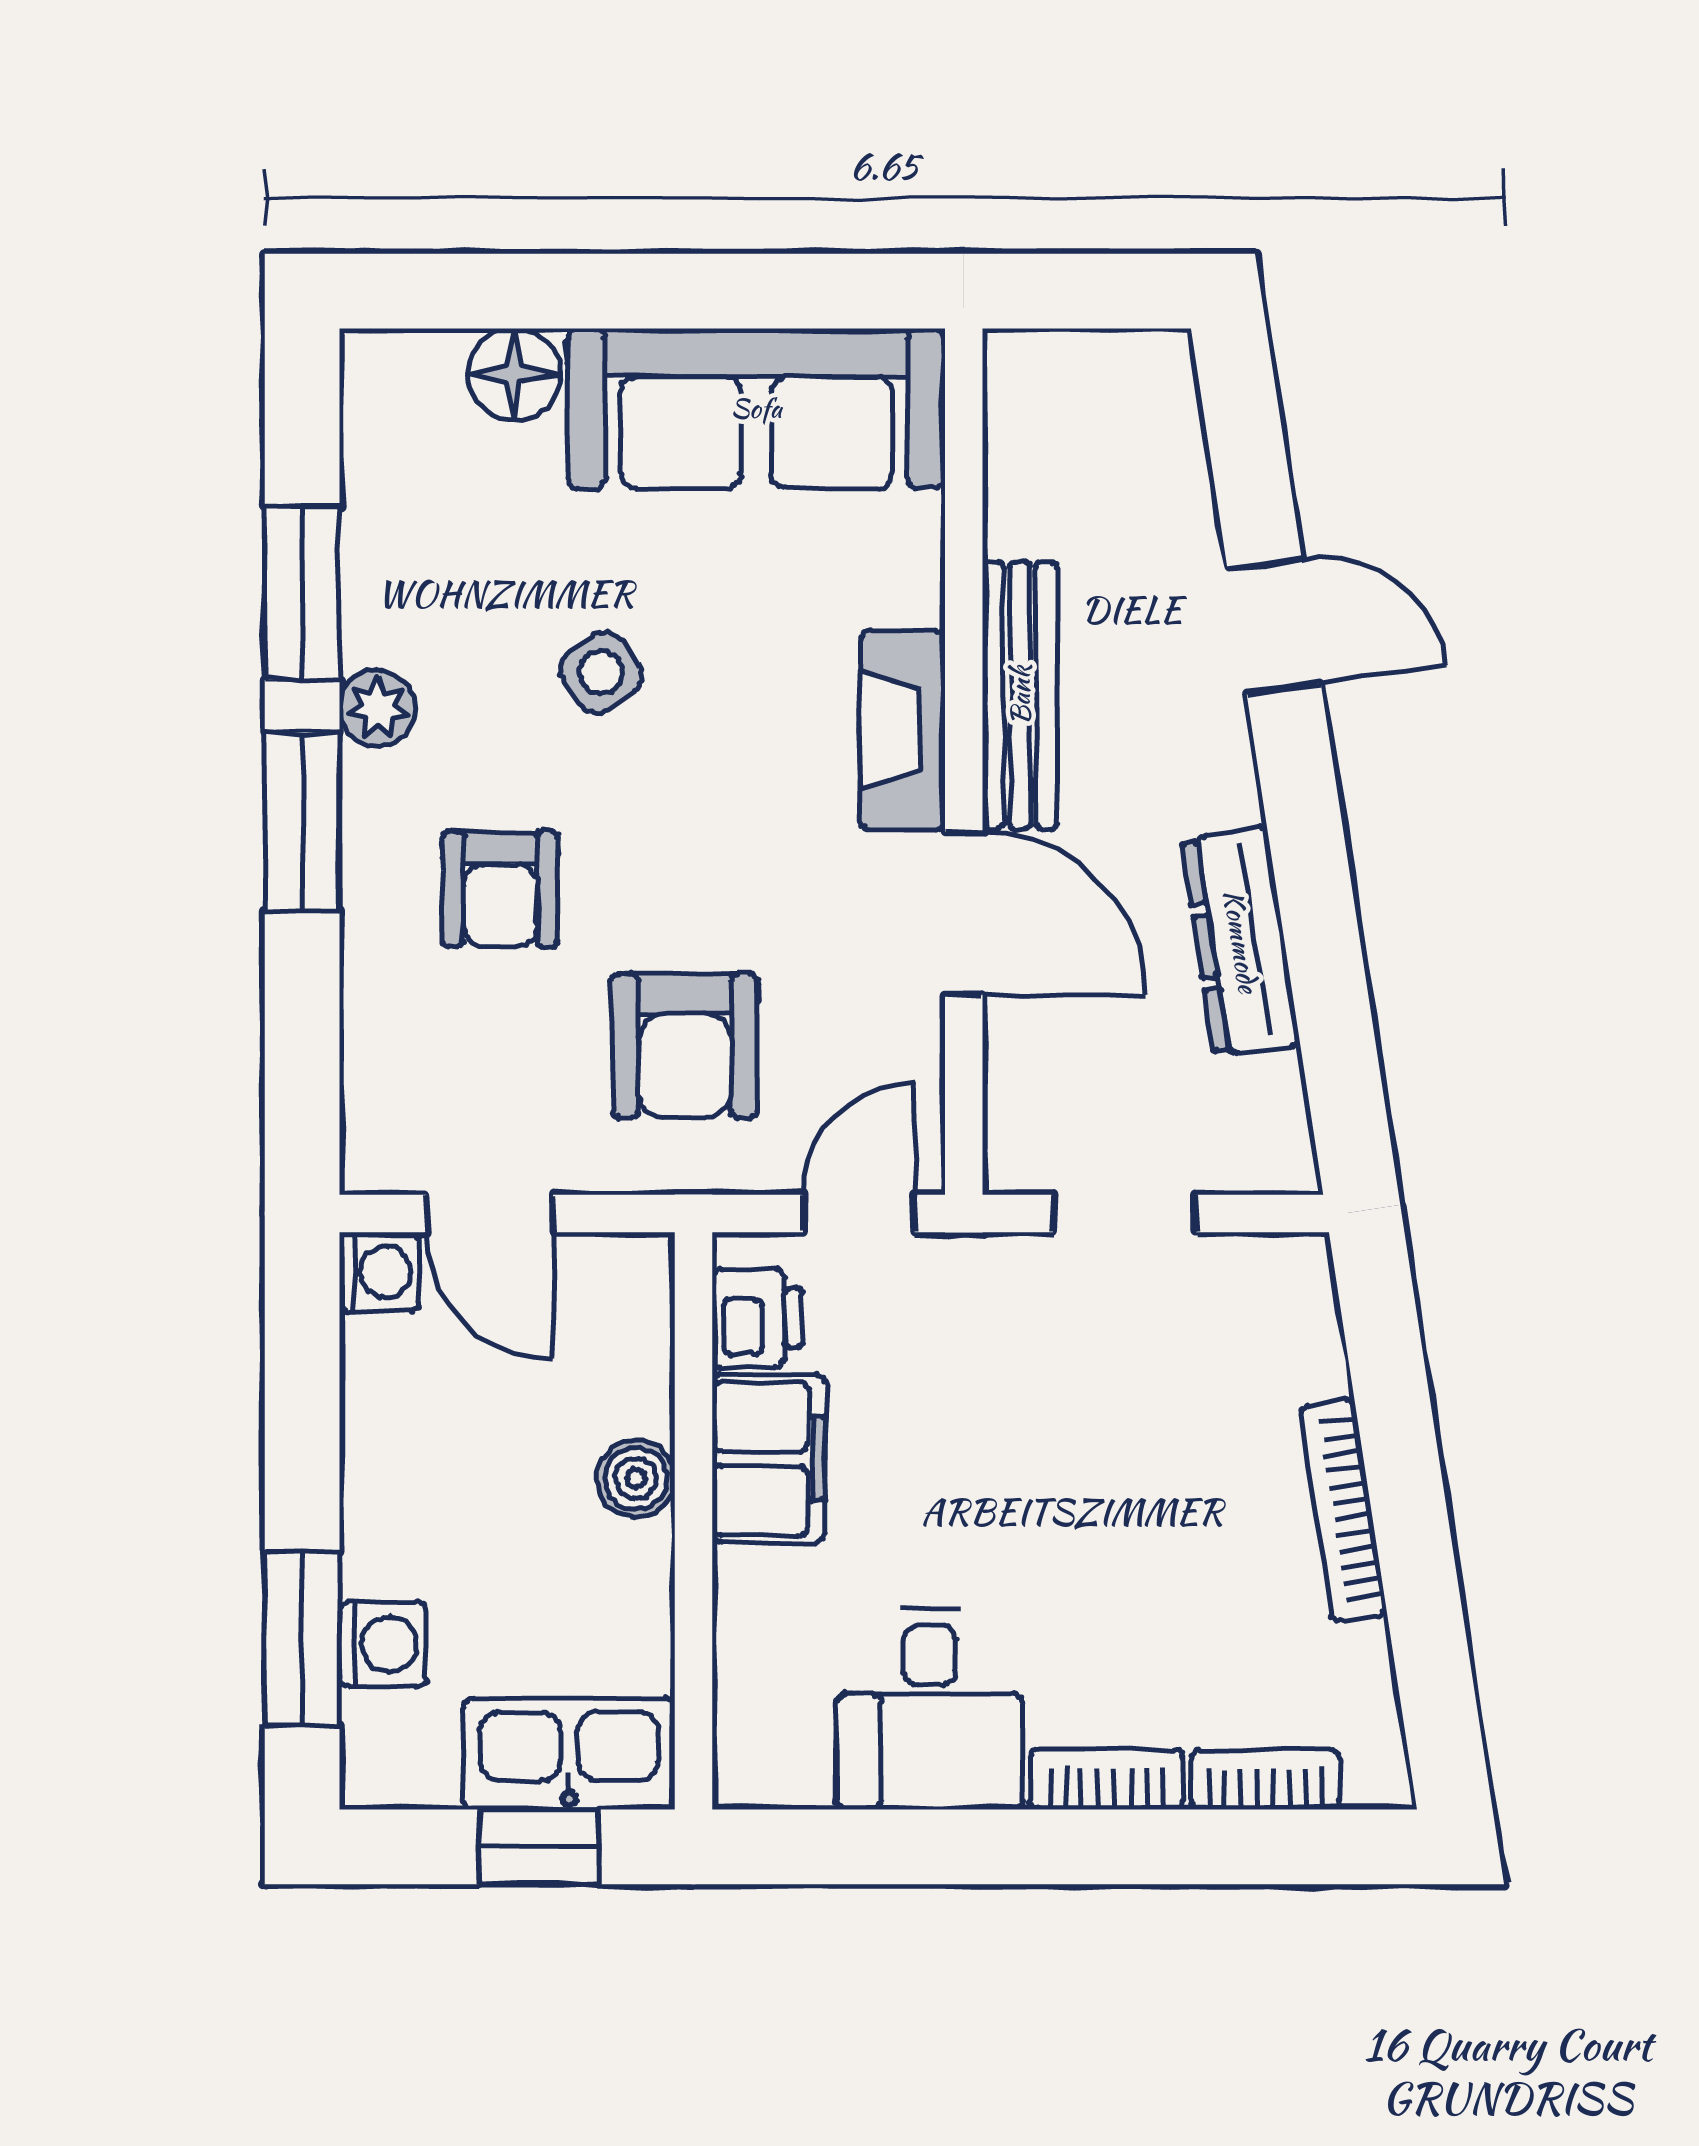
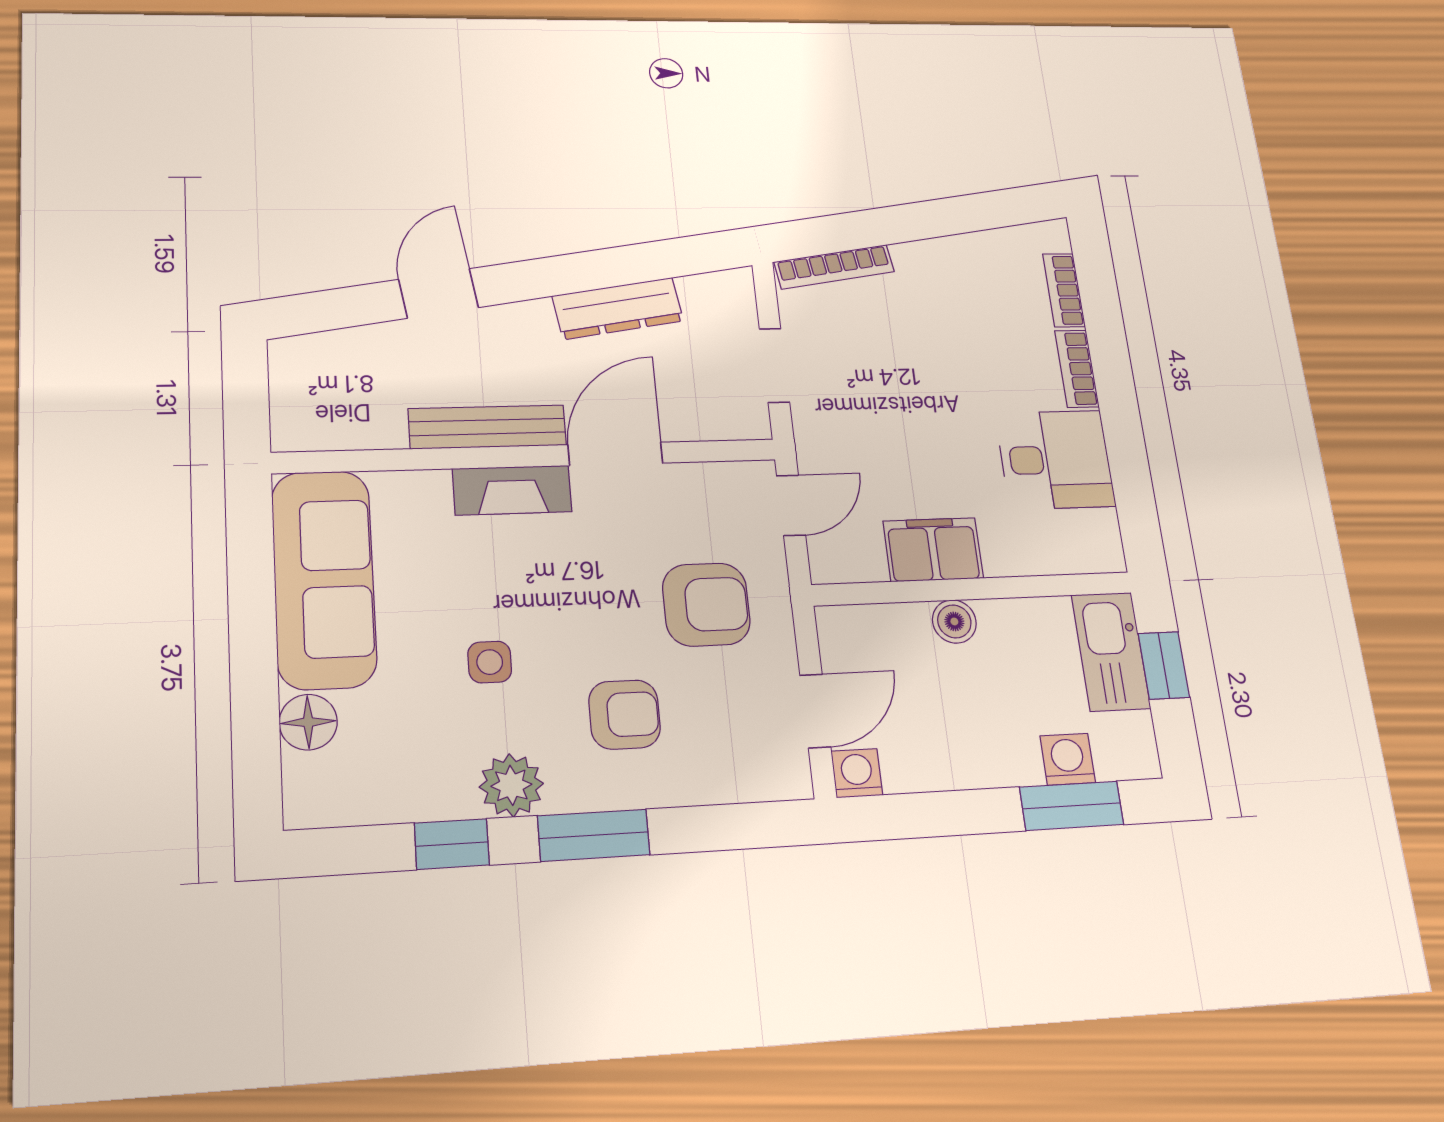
window: (302, 593) -> (452, 844), width x0.67
side table: (601, 672) -> (490, 662), turned 35
plant: (378, 708) -> (511, 785), width x1.38, depth x1.38
door: (859, 1213) -> (791, 505), swing flipped
printer: (757, 1318) -> (856, 558), removed
bookcase: (1343, 1510) -> (834, 267), moved

